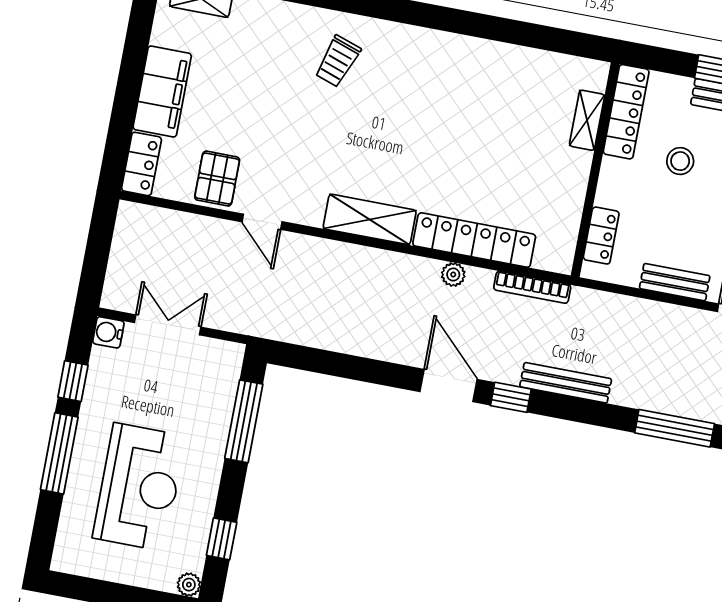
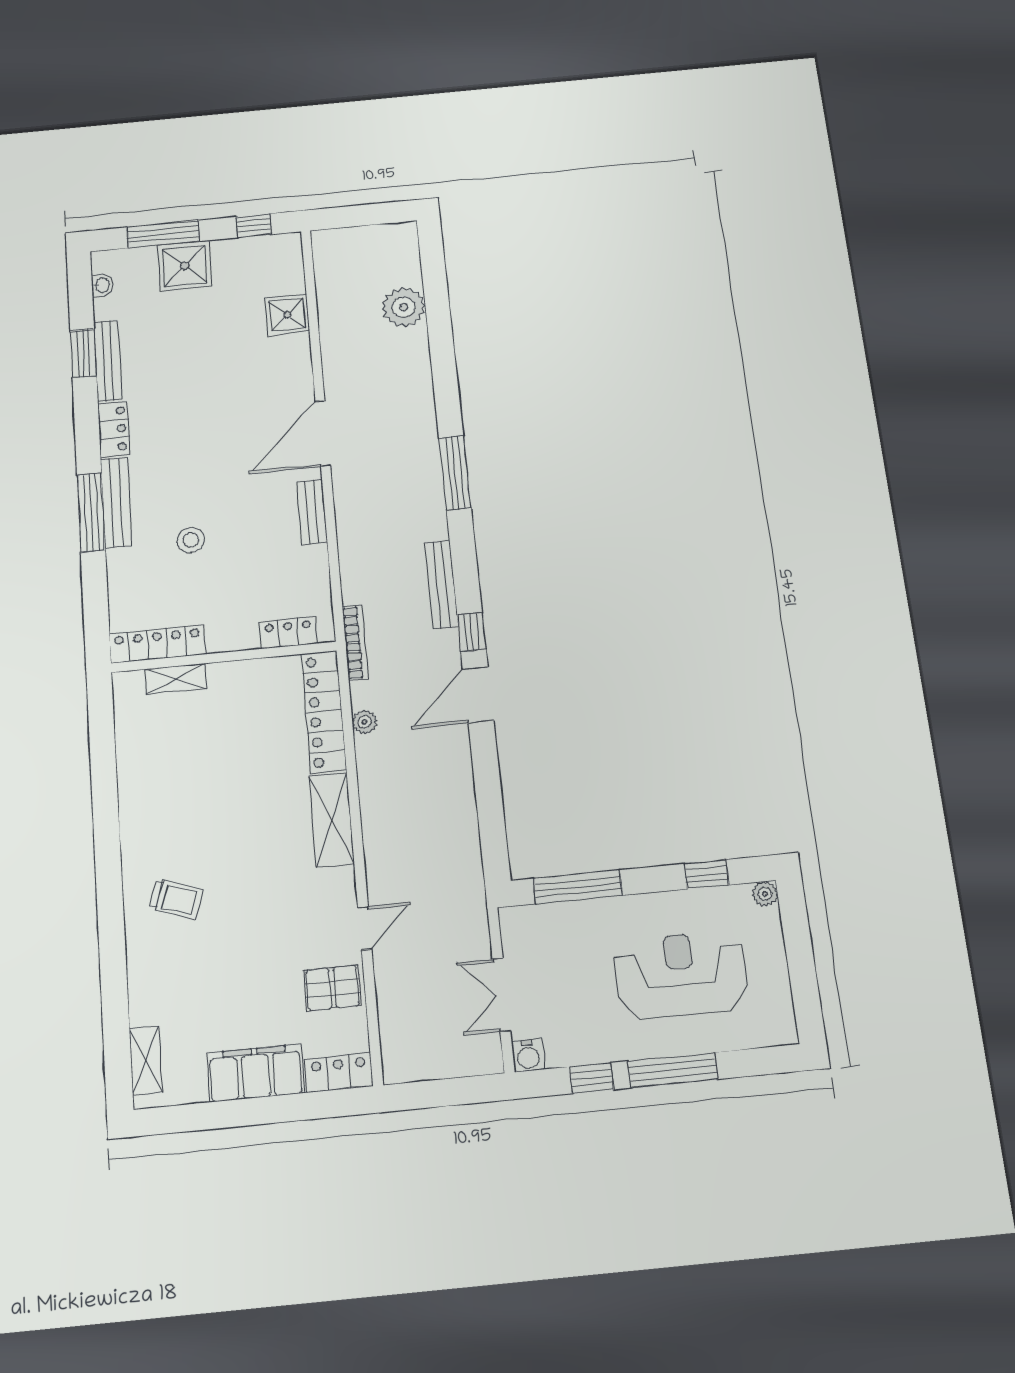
locker: (626, 112) -> (157, 644), moved
shelving: (587, 120) -> (176, 679), moved
wall: (595, 170) -> (224, 657), moved
locker: (601, 236) -> (288, 633), moved

